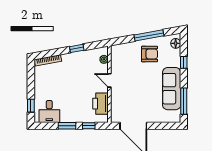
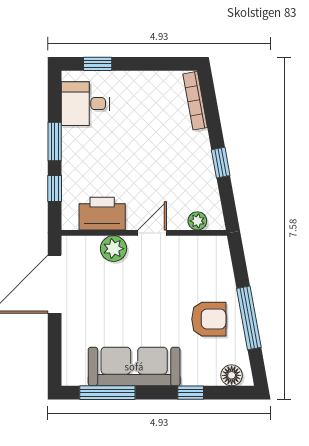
armchair: (150, 54) -> (209, 319), turned -90
plant: (117, 98) -> (114, 249), added

